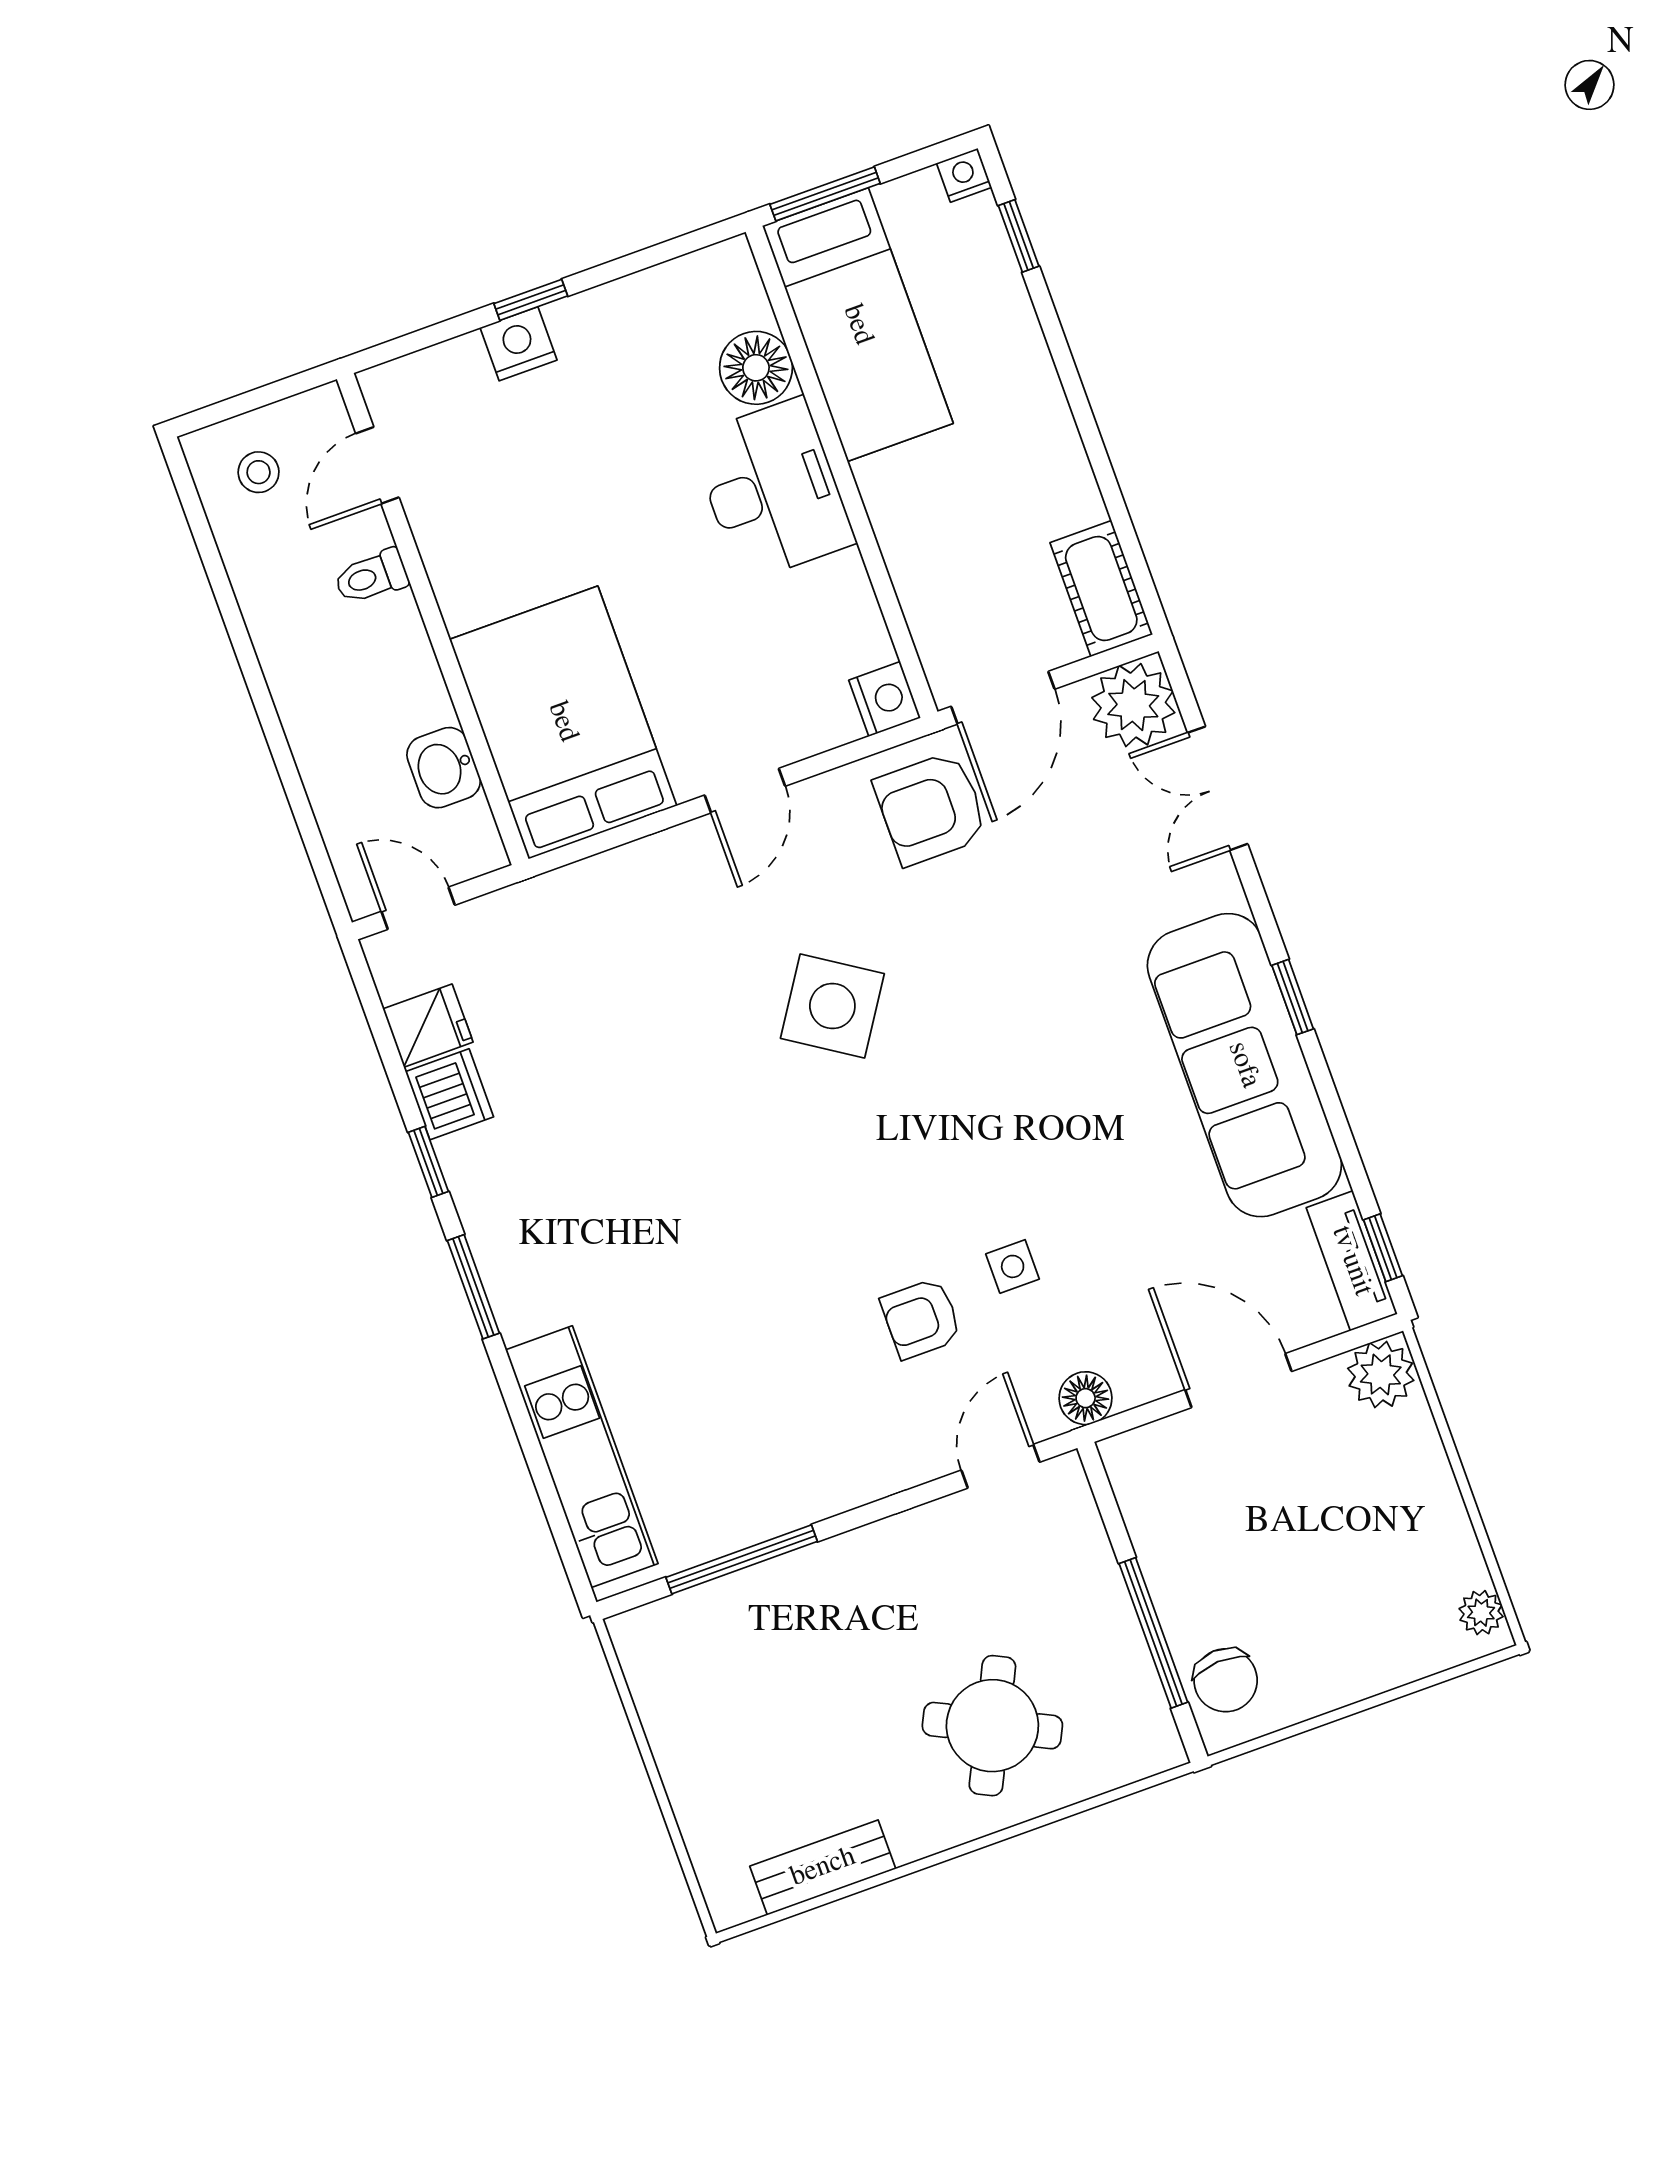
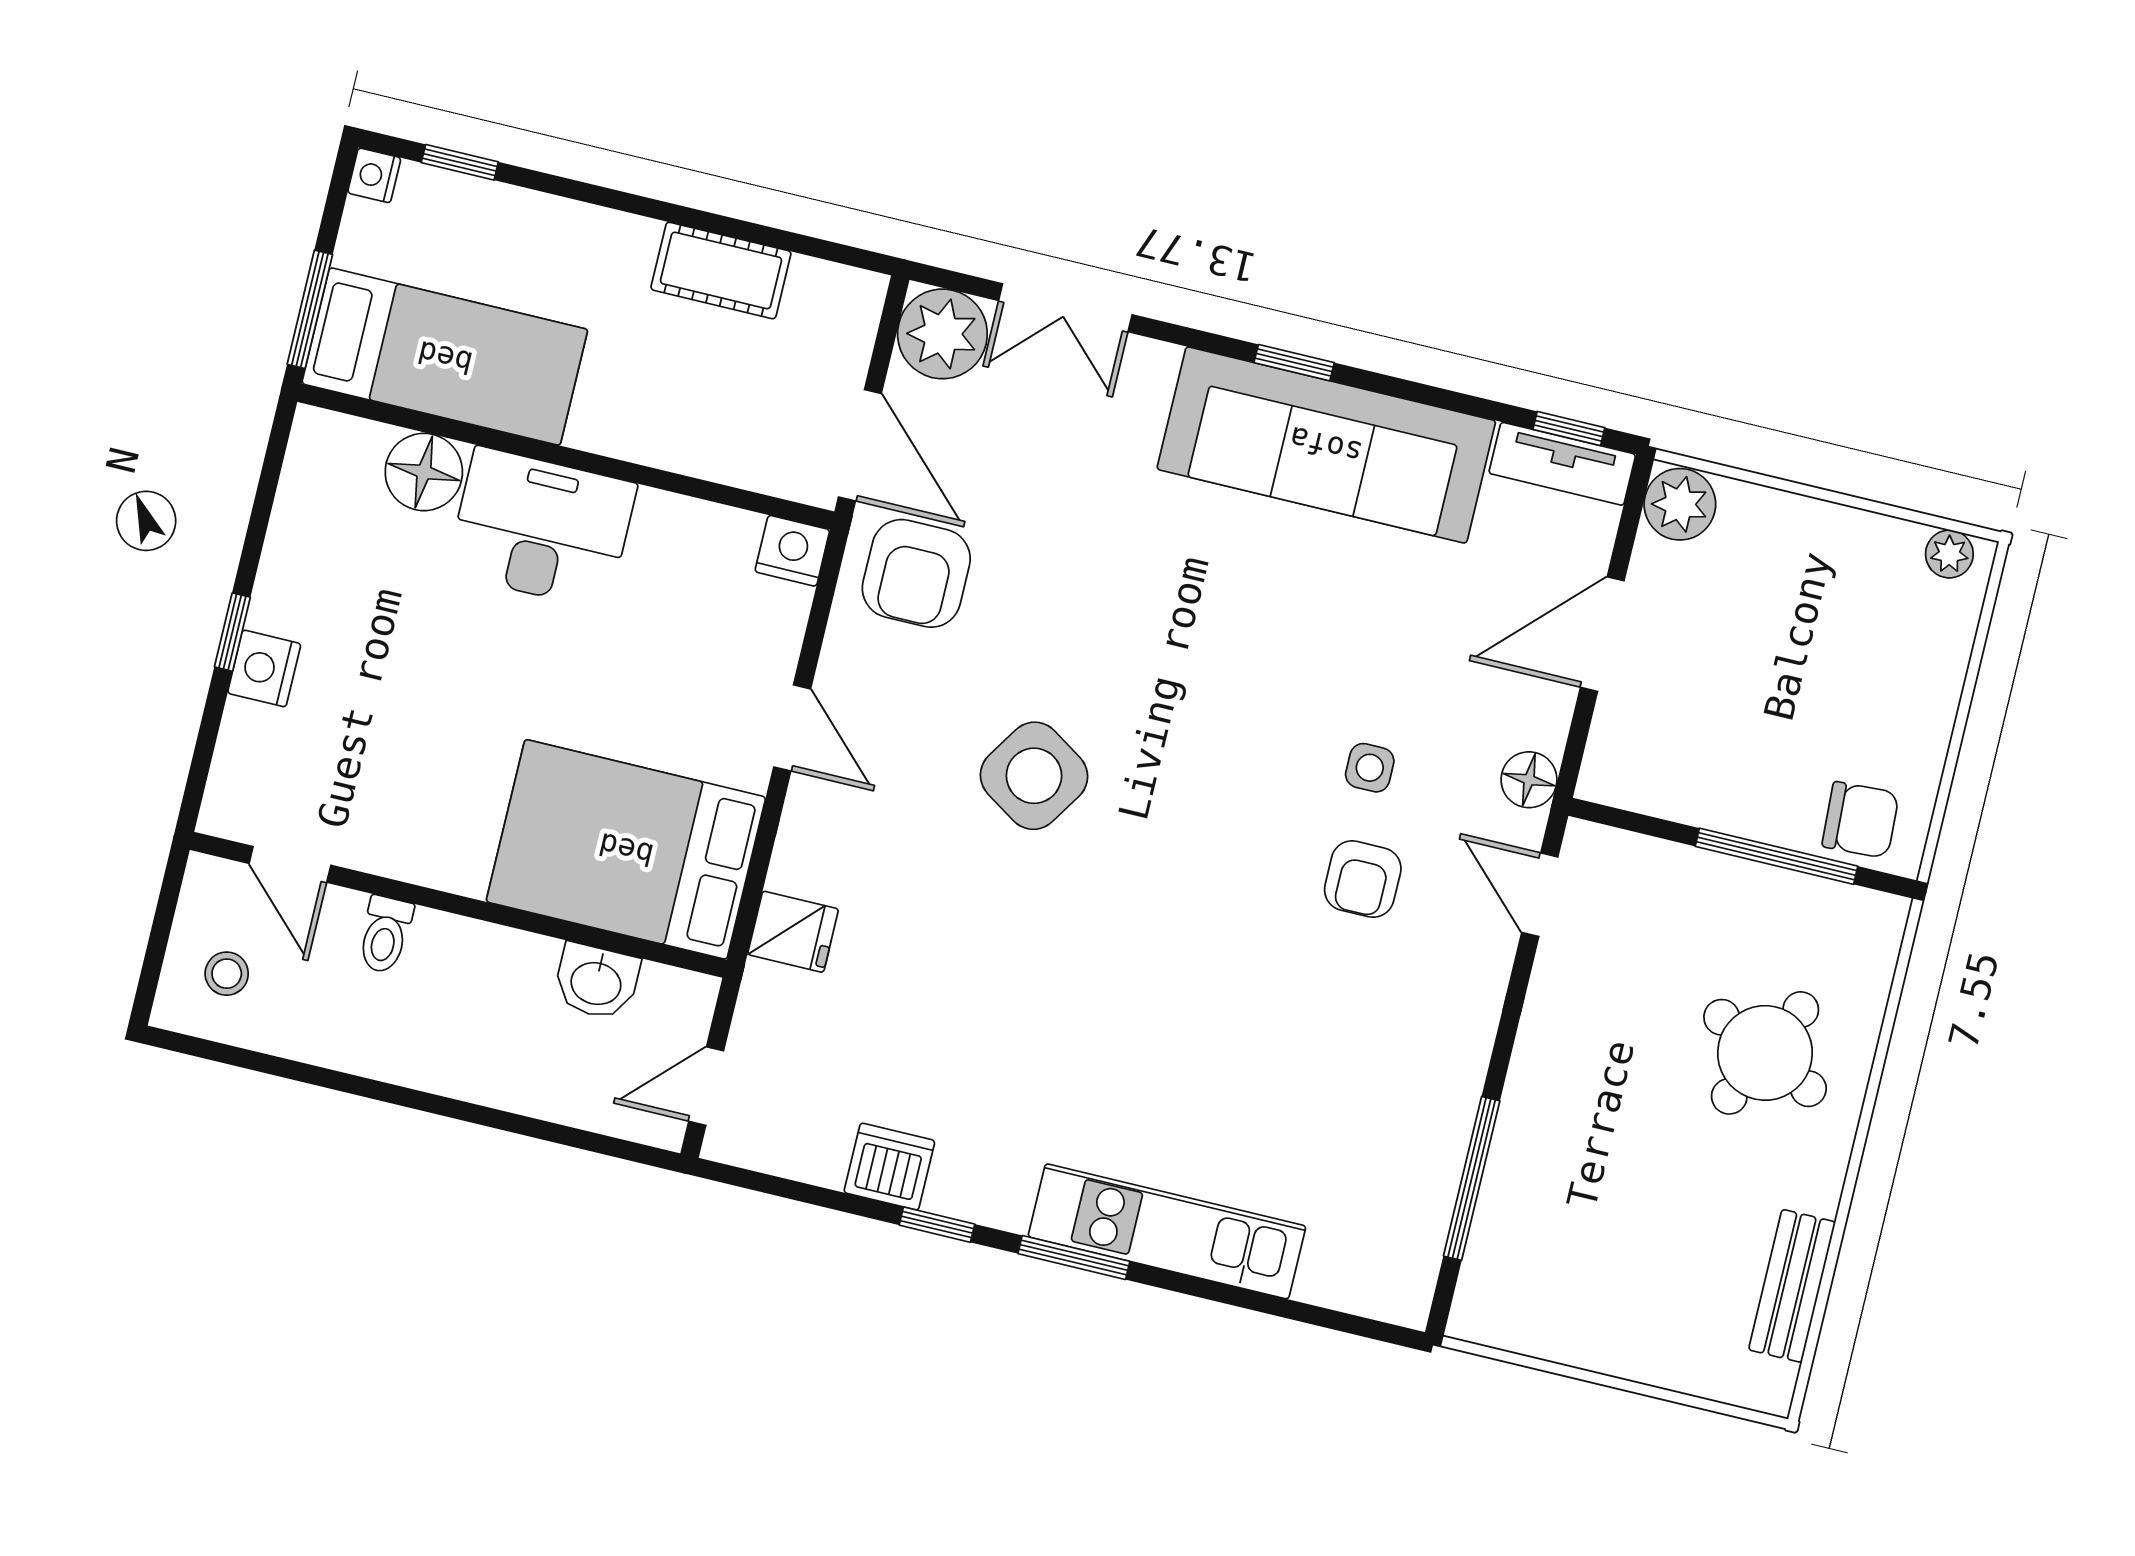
cot: (1101, 589) -> (721, 271), moved
fridge: (428, 1026) -> (793, 932), moved, turned 90
kitchen unit: (582, 1457) -> (1167, 1231), moved

